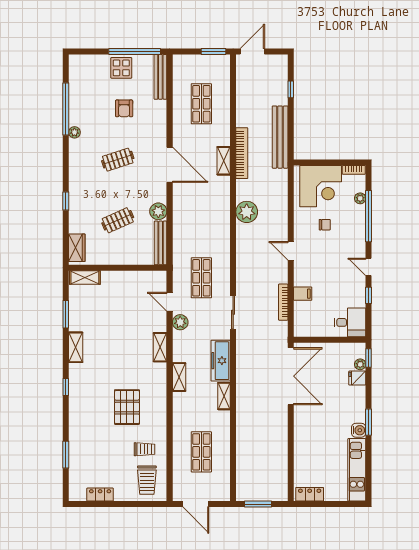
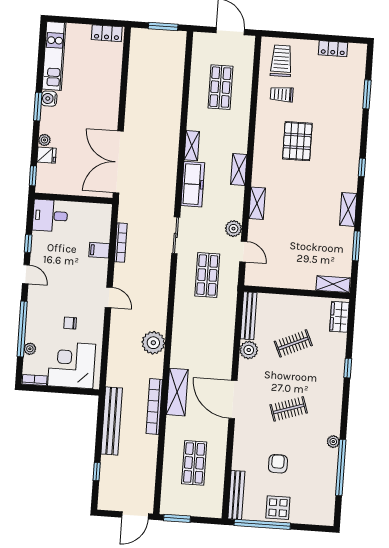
shelving: (224, 161) -> (177, 392), width x1.50, depth x1.33
plant: (360, 364) -> (44, 140), moved

